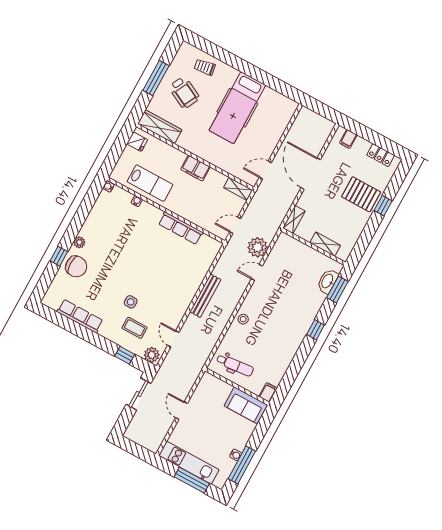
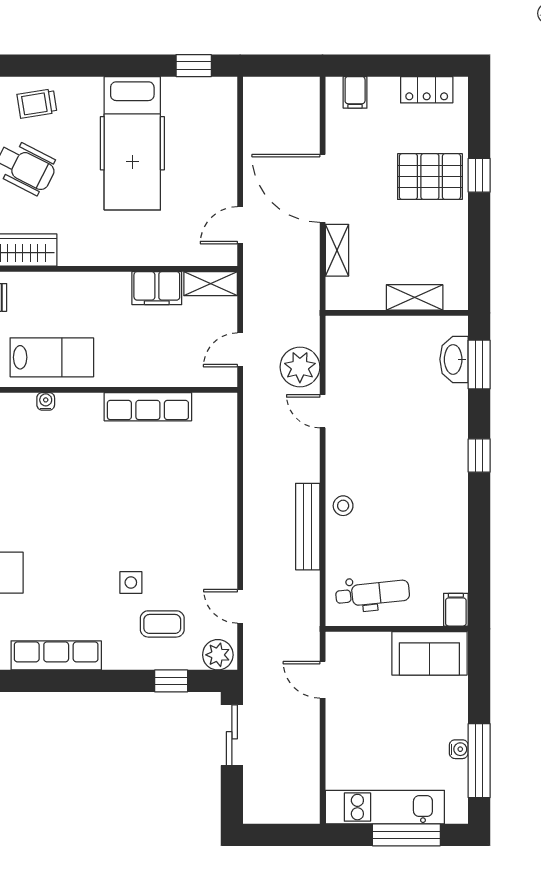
window: (283, 88) -> (194, 66), added
filing cabinet: (195, 168) -> (157, 288), moved
shelving: (294, 220) -> (337, 250), moved
door: (257, 272) -> (323, 411), hinge flipped
bench: (205, 296) -> (308, 527), moved
door: (181, 411) -> (323, 680), moved

